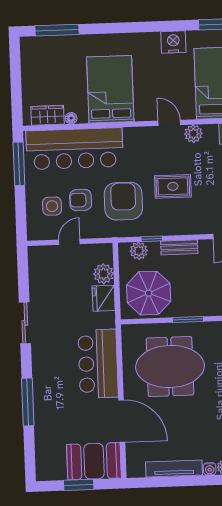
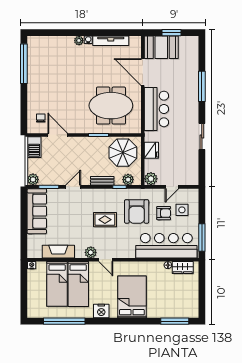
bed: (110, 89) -> (132, 297), moved, turned 180
plant: (104, 274) -> (151, 179), moved

